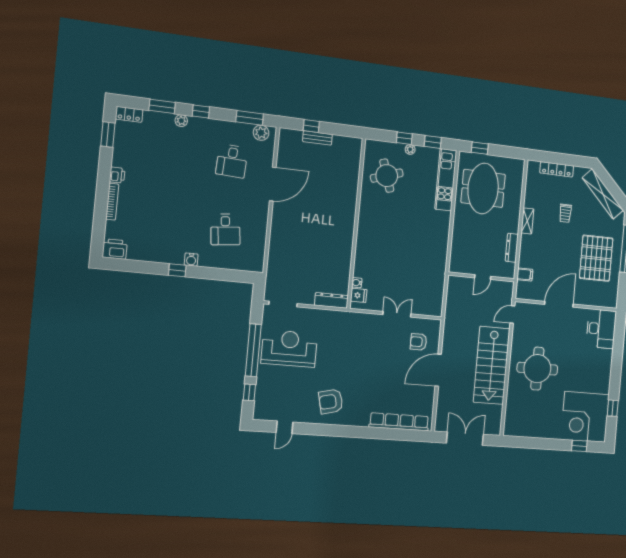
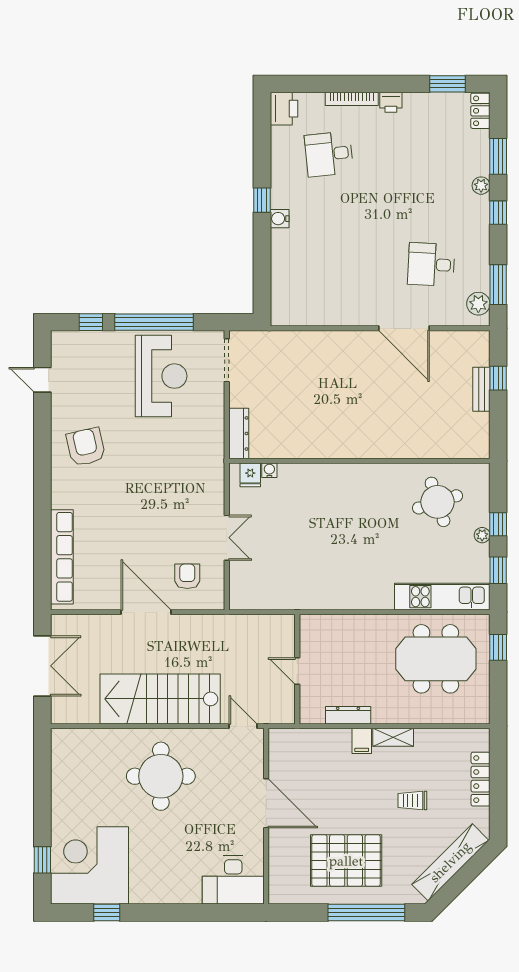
desk: (225, 229) -> (329, 154), moved
filing cabinet: (525, 274) -> (362, 741), moved

